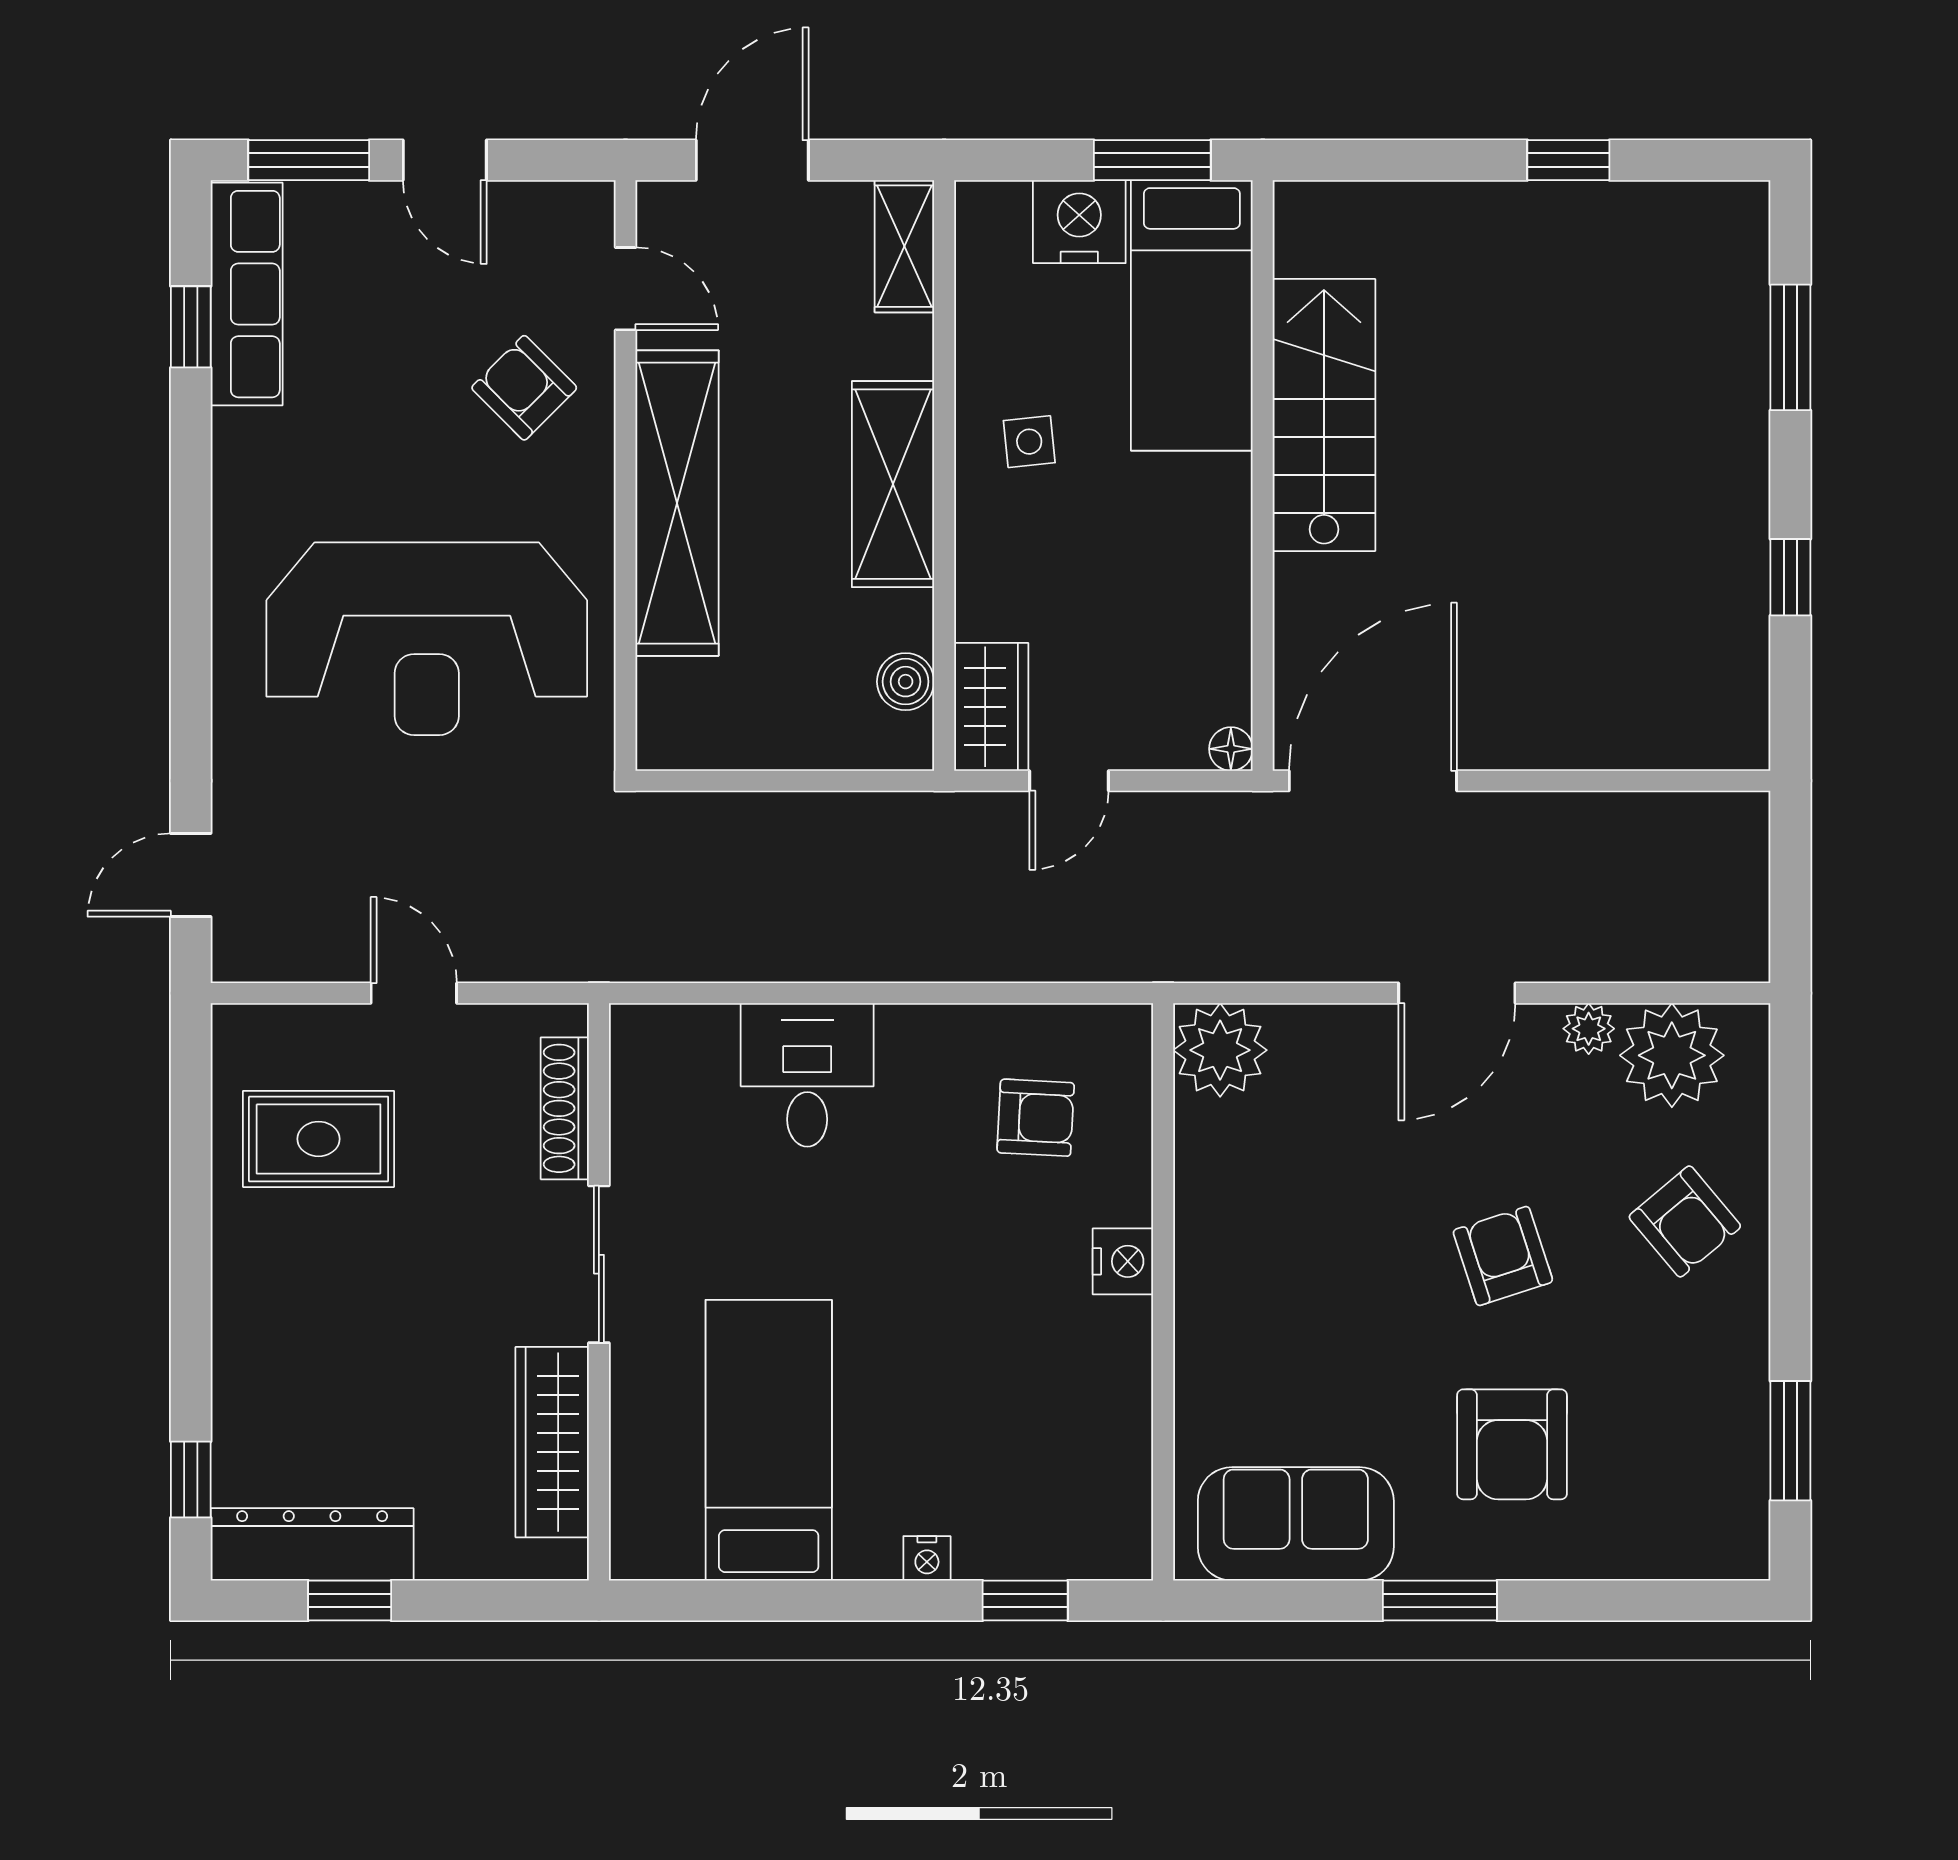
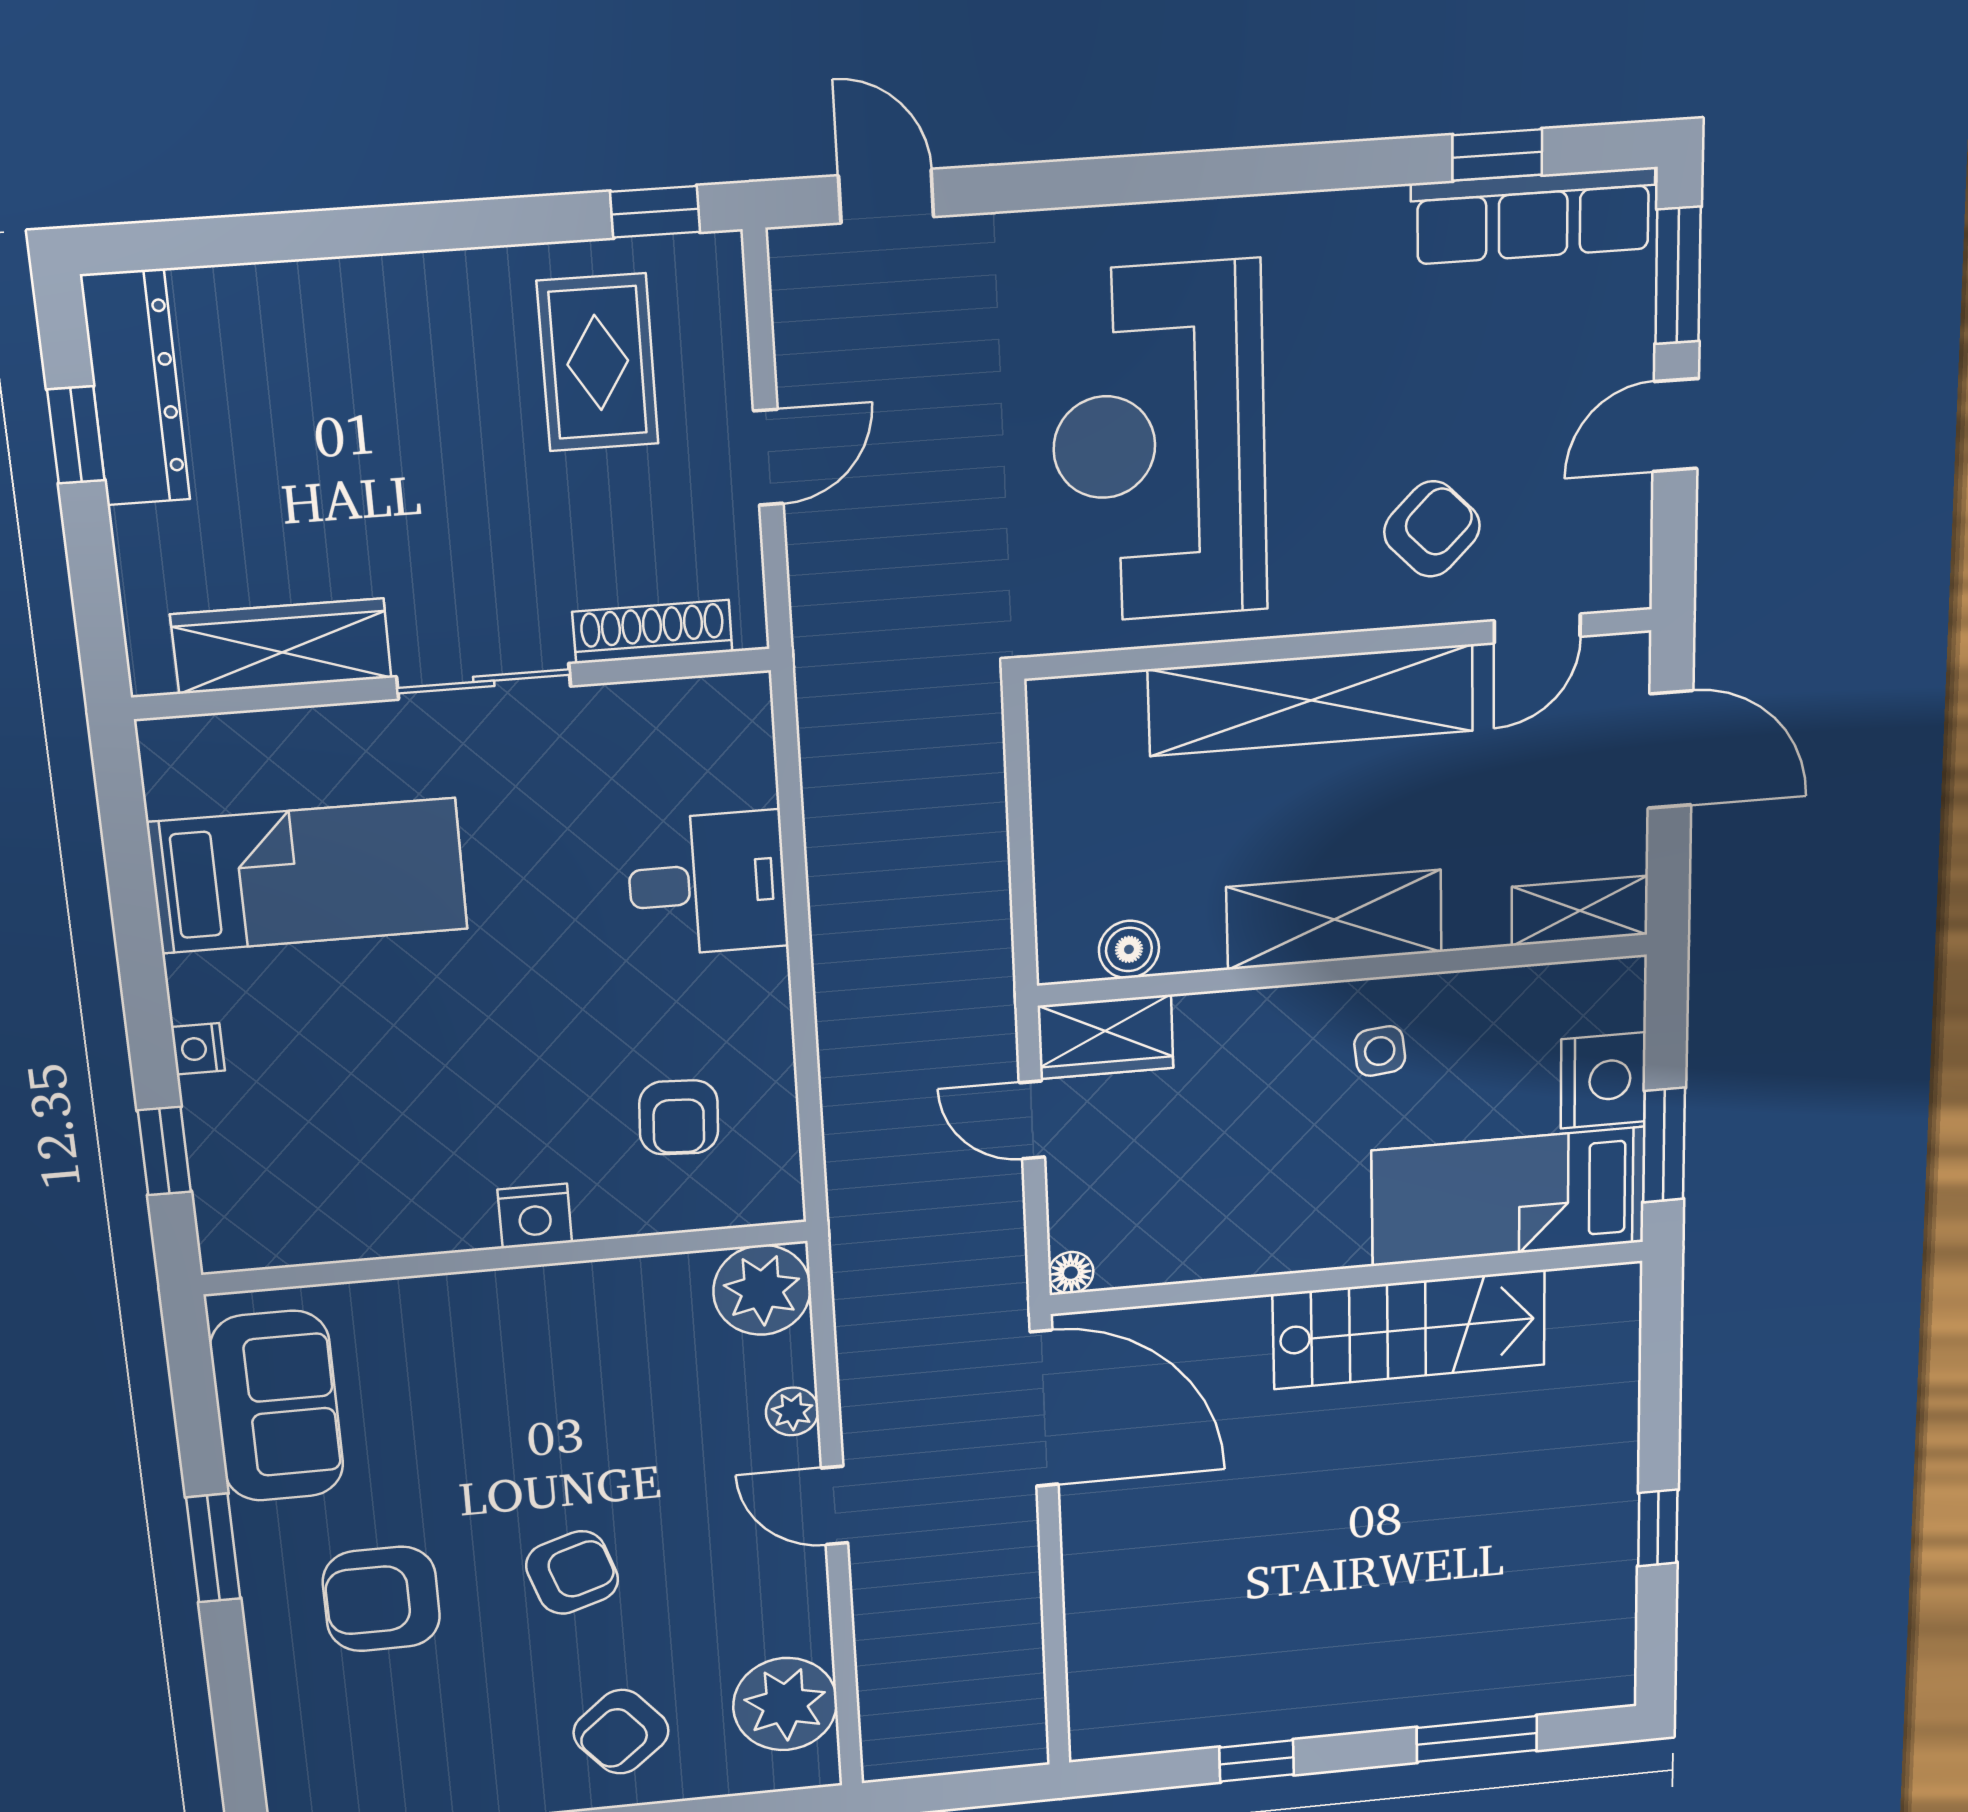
door: (1457, 993) -> (835, 1506), width x0.73
plant: (1589, 1029) -> (792, 1411), moved
window: (191, 1479) -> (655, 212), moved

